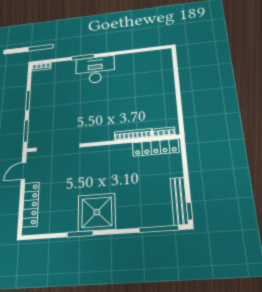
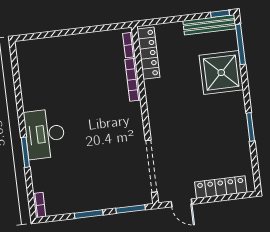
shower: (97, 212) -> (221, 73), moved

